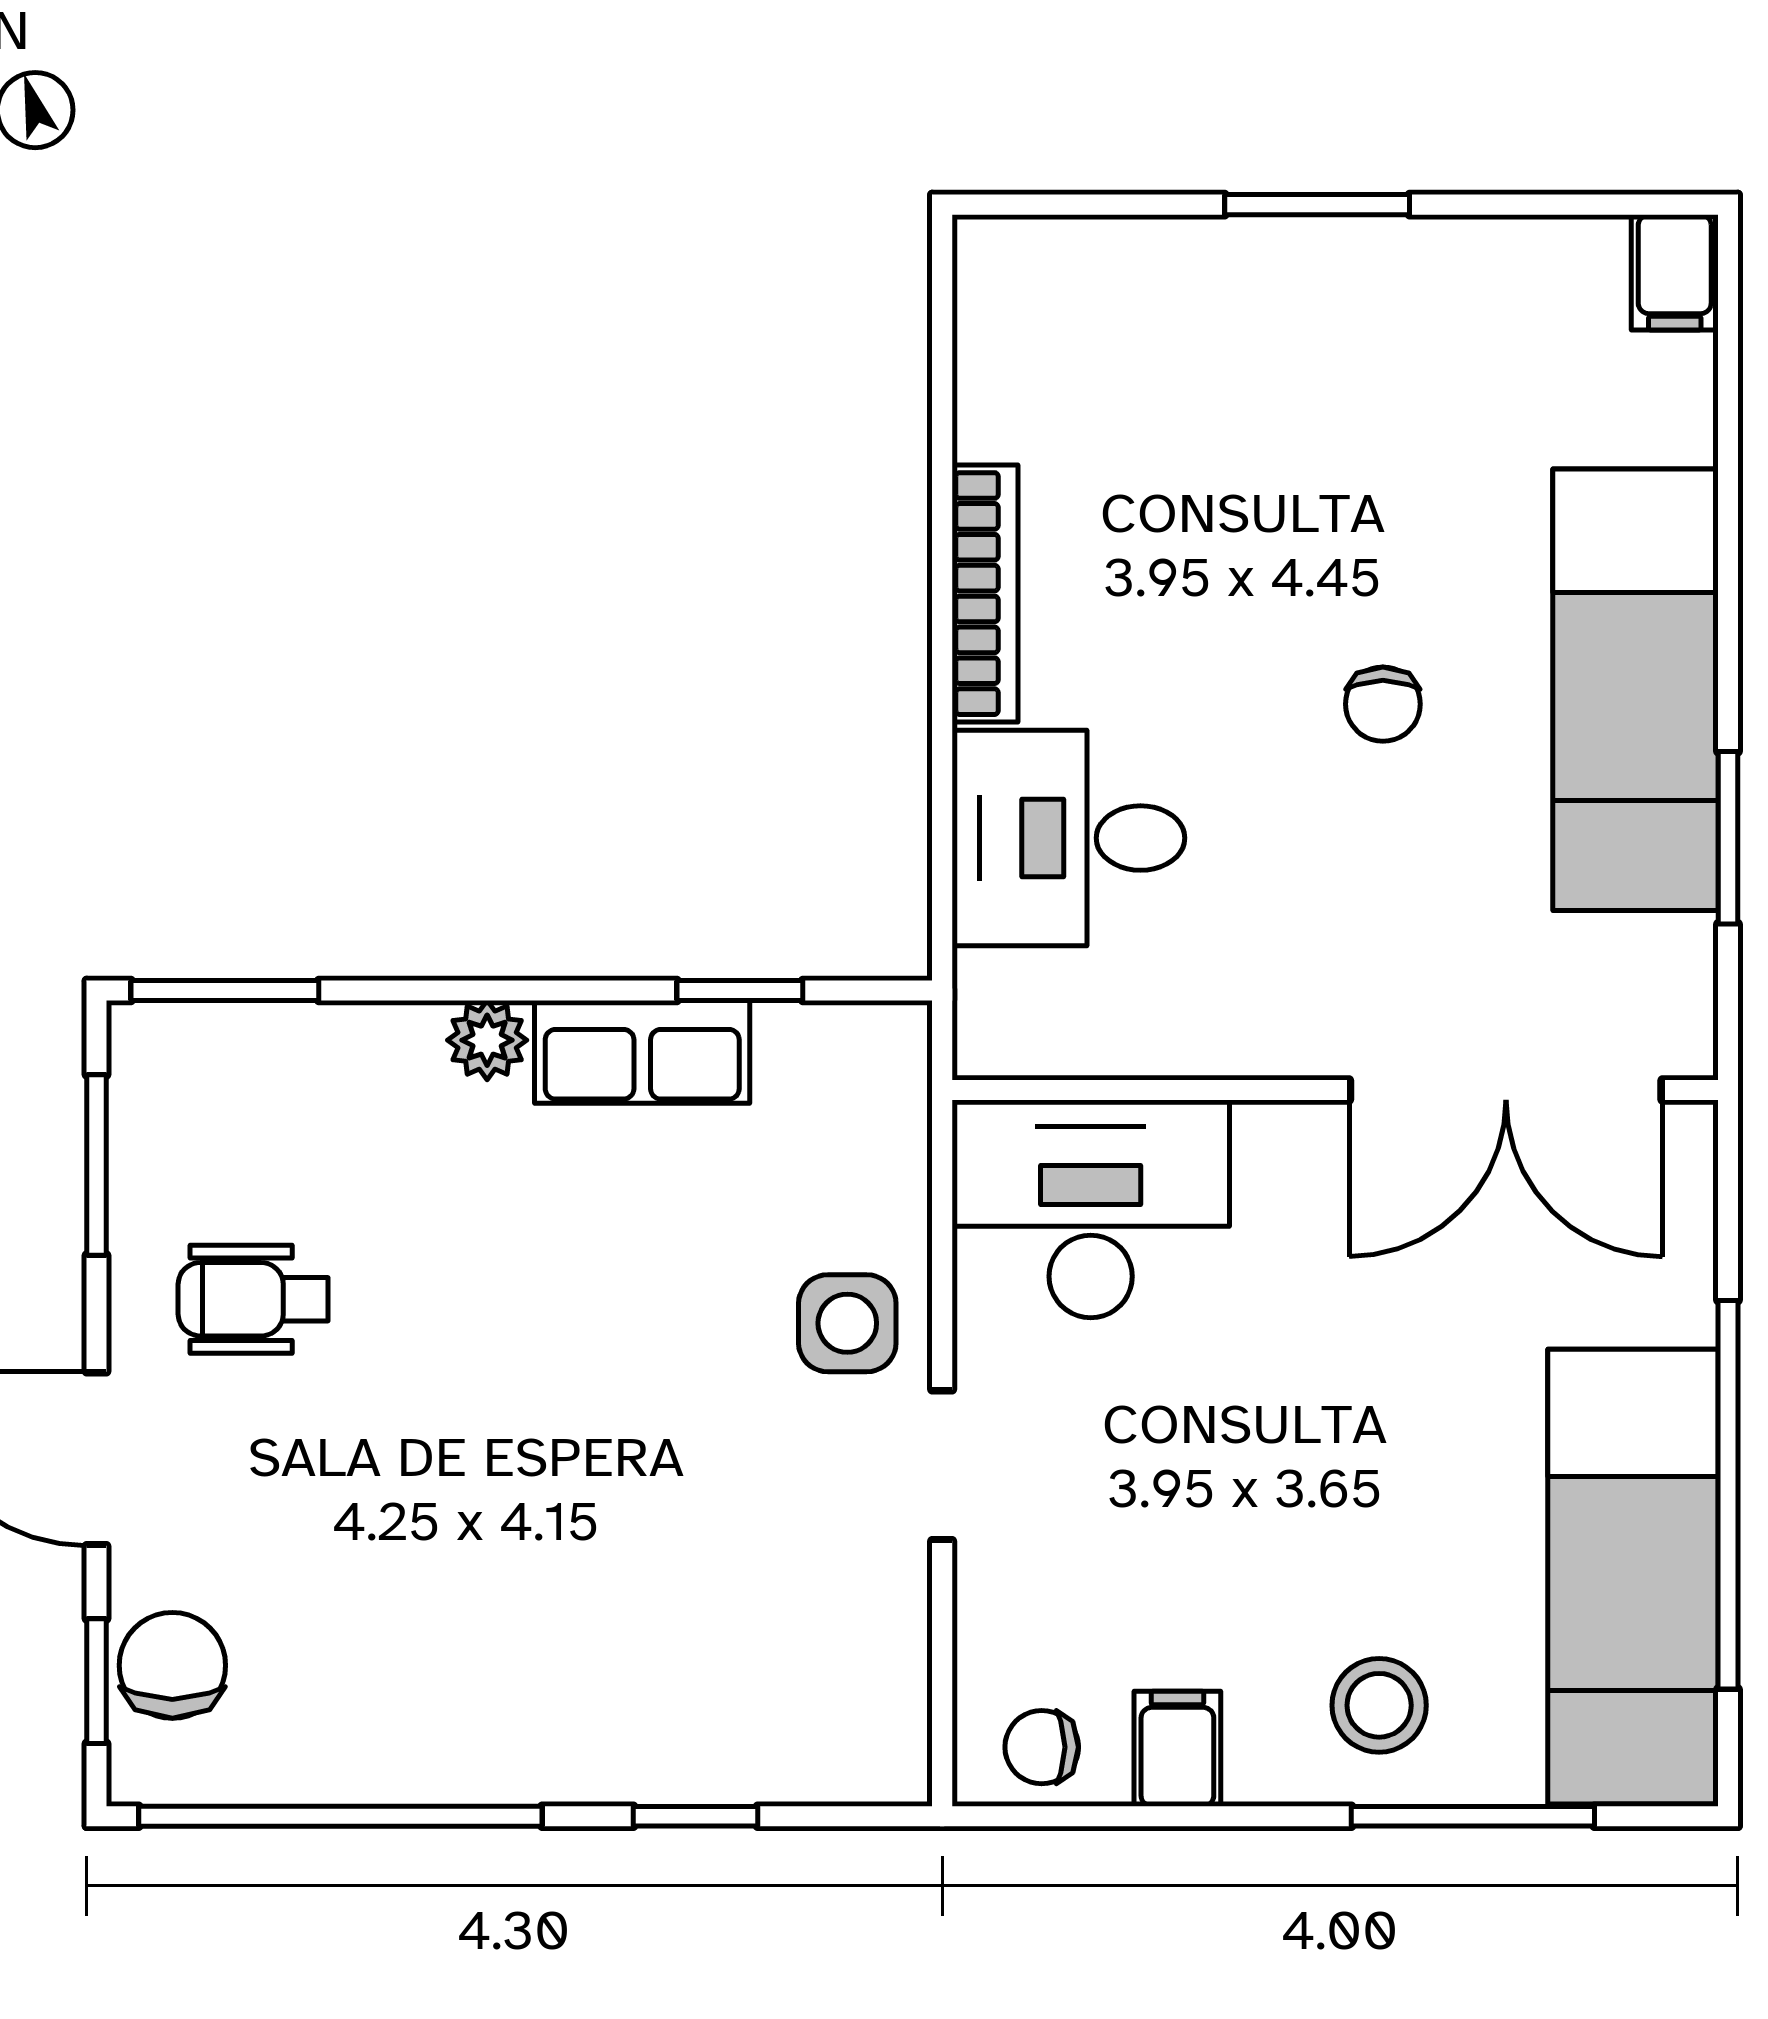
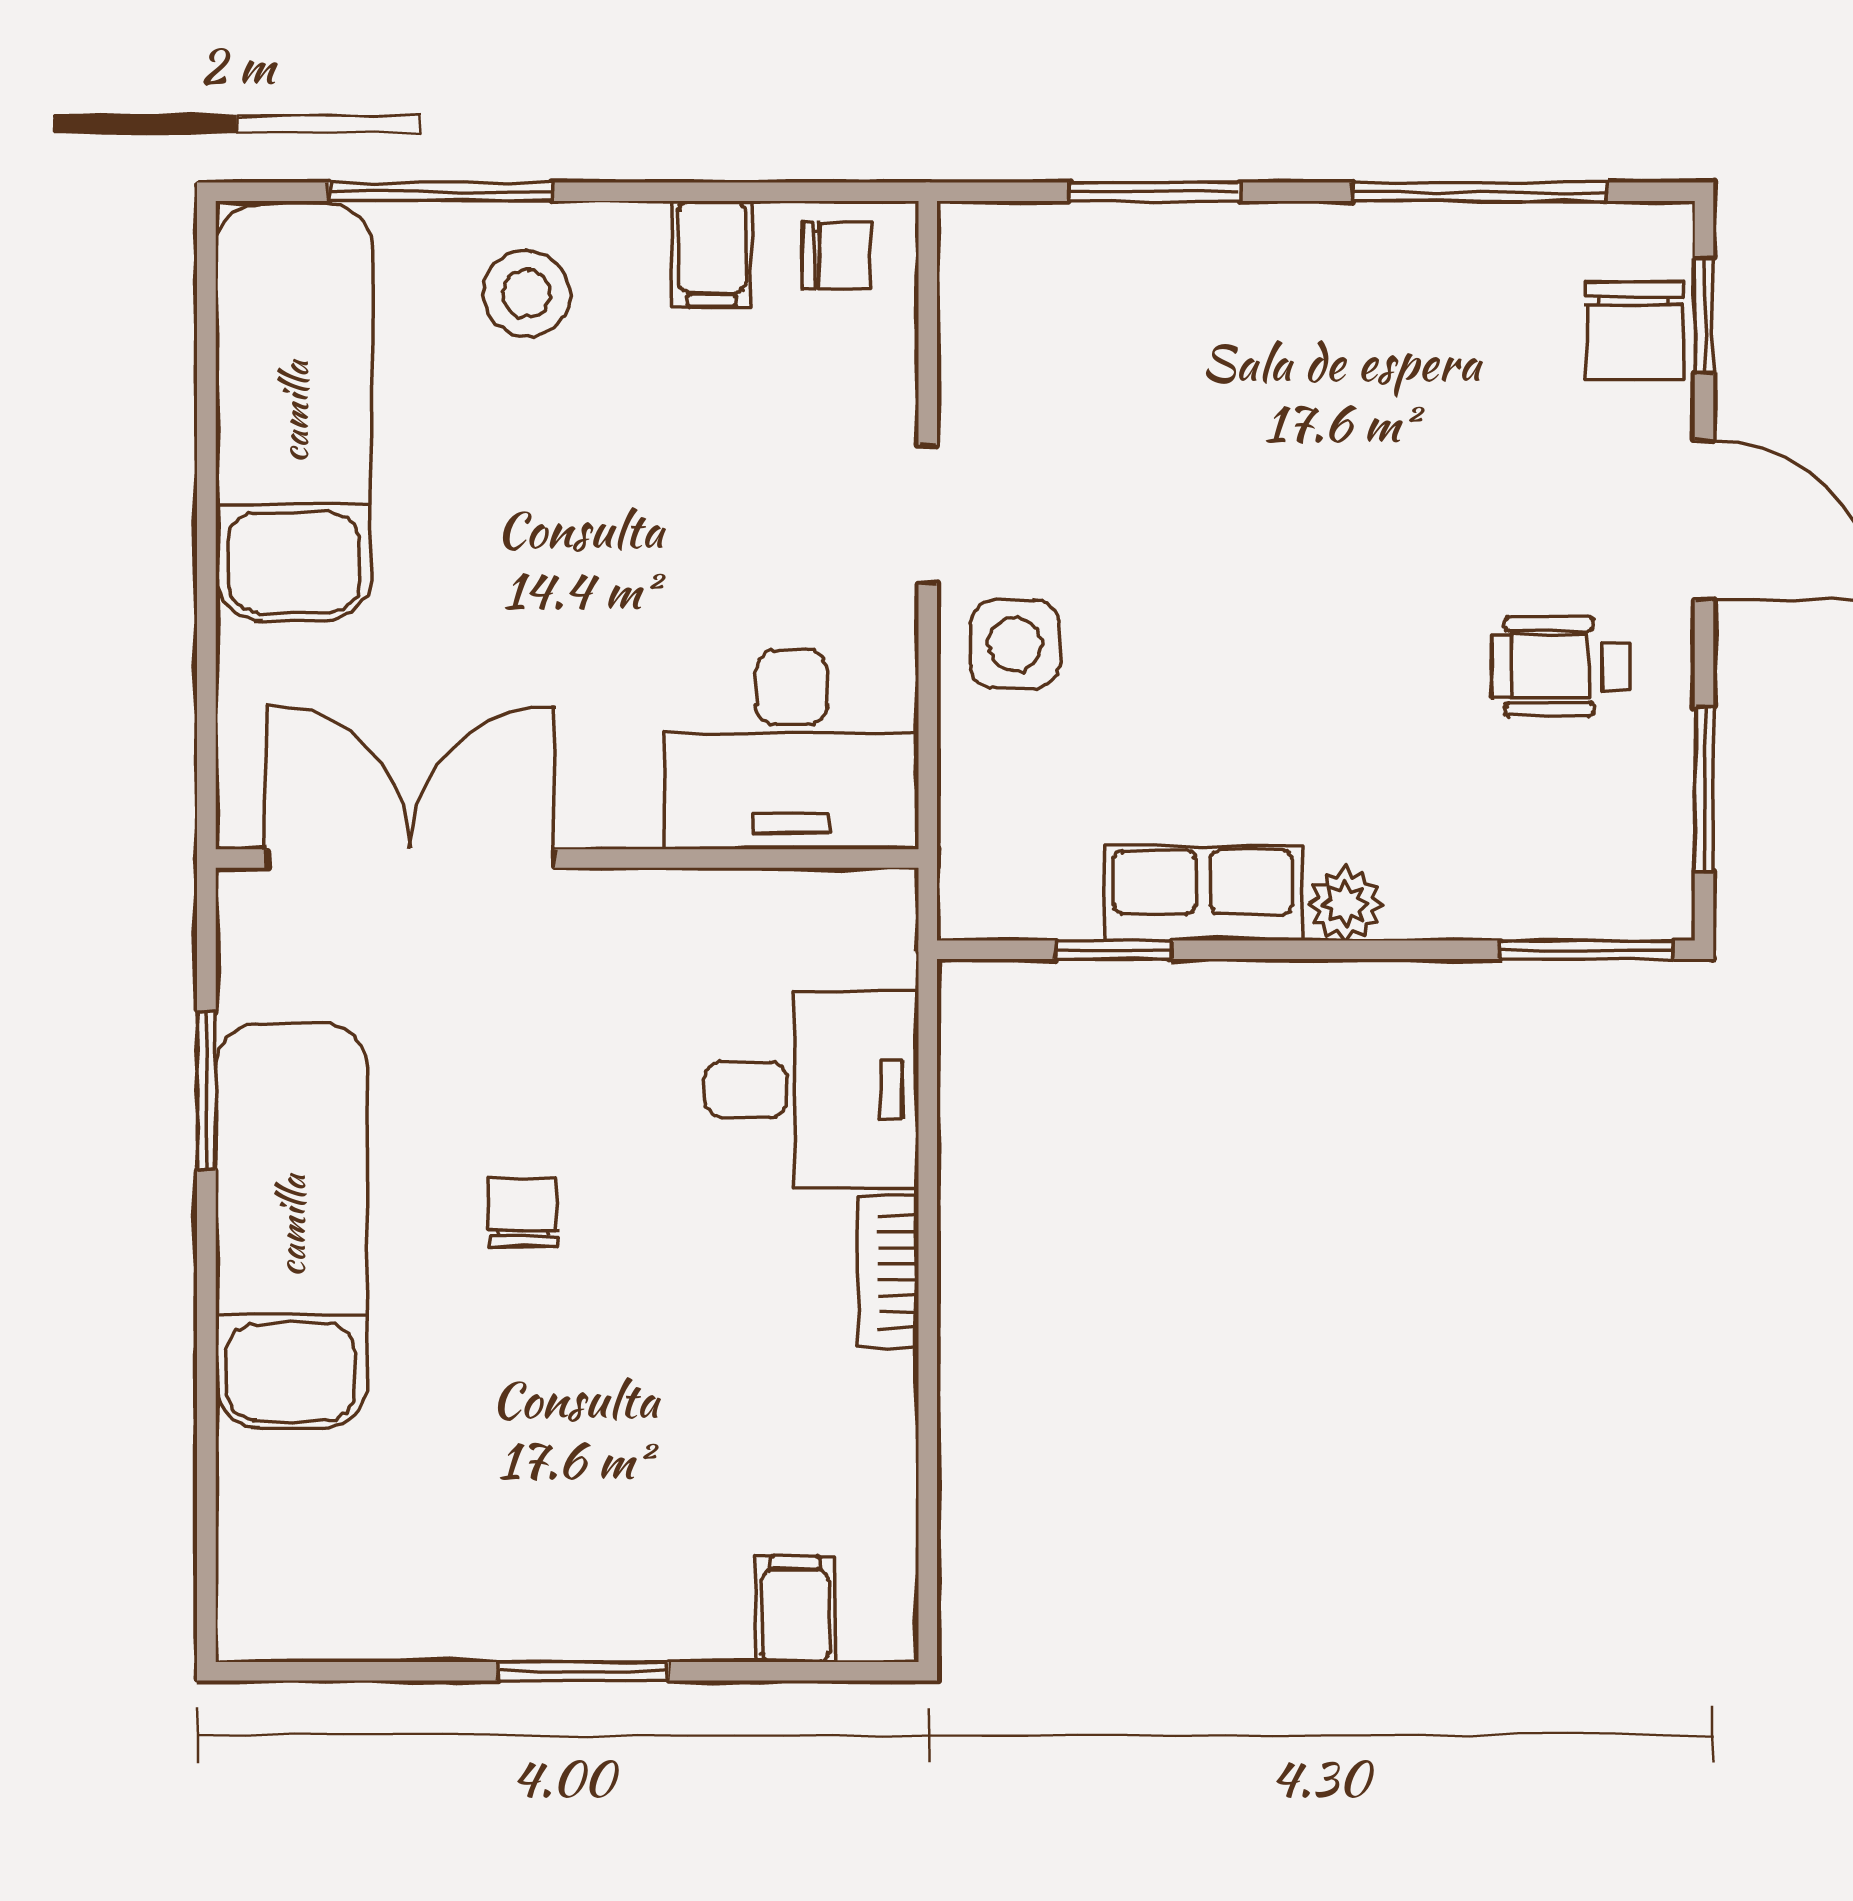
filing cabinet: (1675, 272) -> (795, 1609), moved
bookcase: (985, 594) -> (888, 1272), width x0.64
wheelchair: (253, 1299) -> (1560, 666), turned 180
window: (1728, 1495) -> (206, 487), removed
window: (340, 1816) -> (1480, 192), width x0.68
window: (695, 1816) -> (1154, 192), width x1.50

